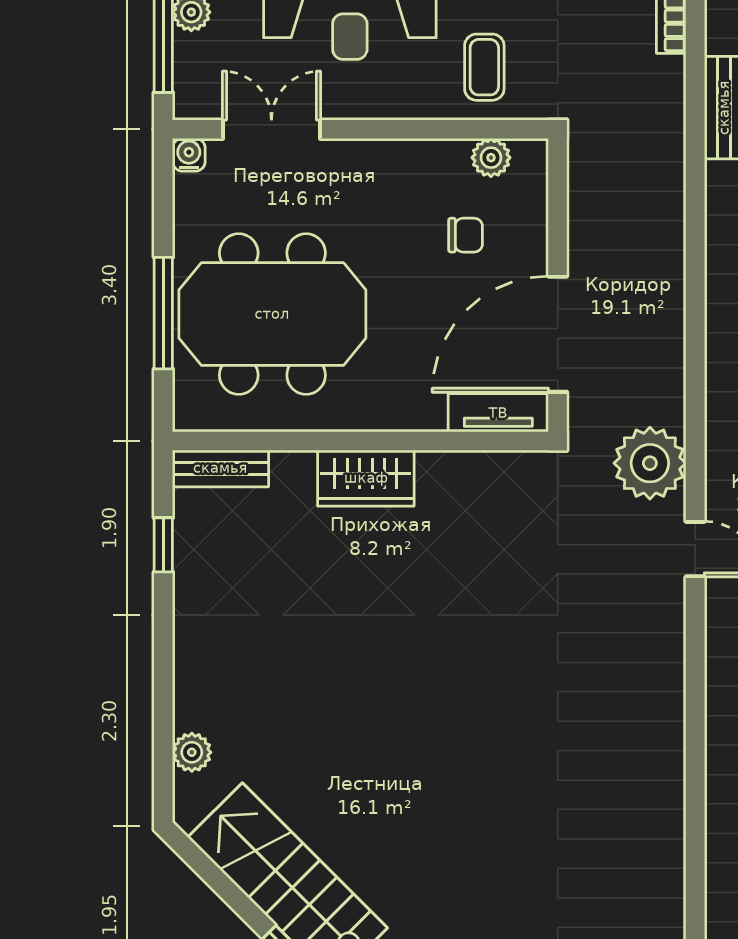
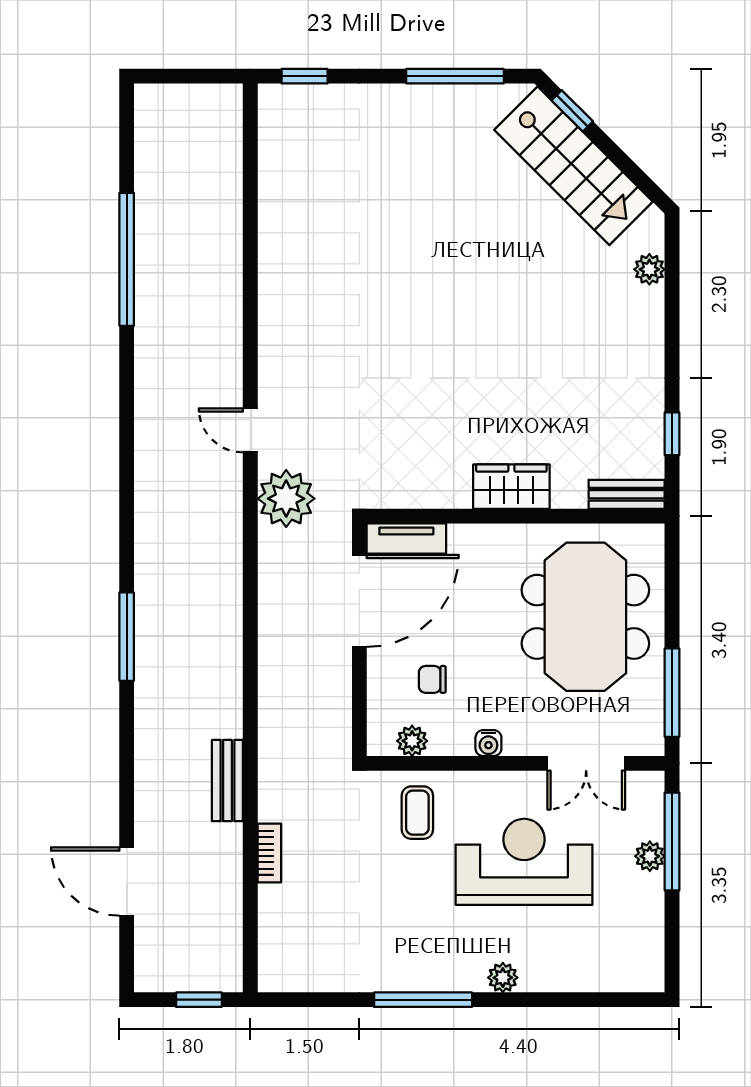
water cooler: (189, 155) -> (488, 743), moved
window: (163, 313) -> (672, 693), moved
meeting table: (272, 314) -> (585, 617), turned 90

